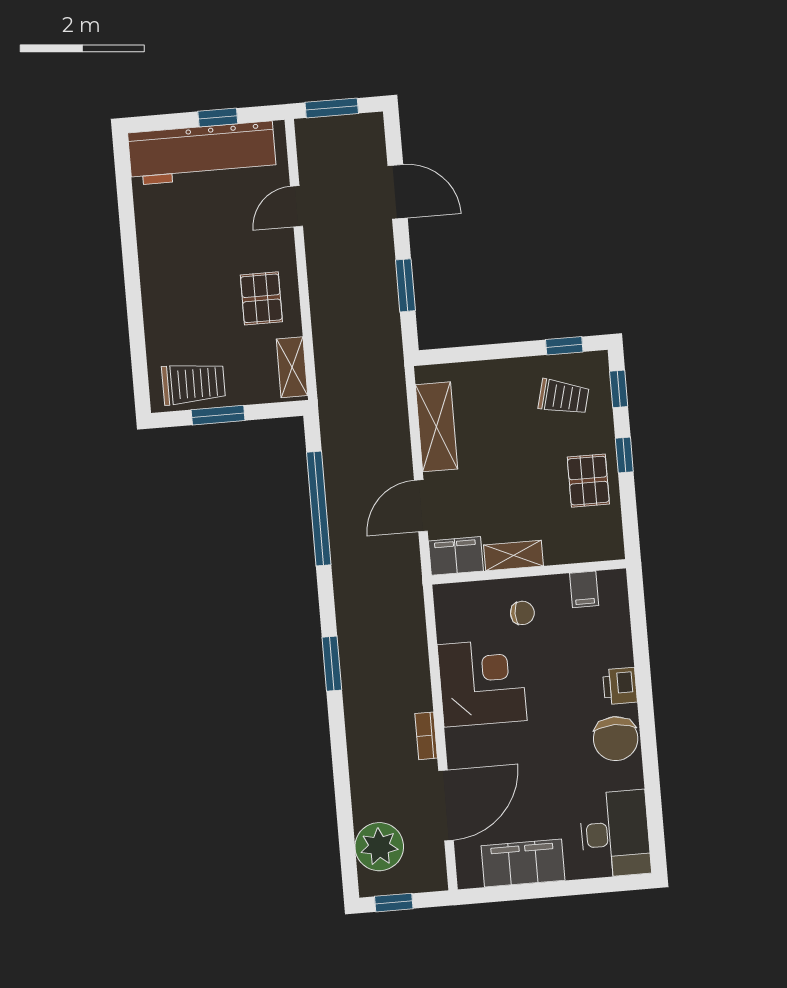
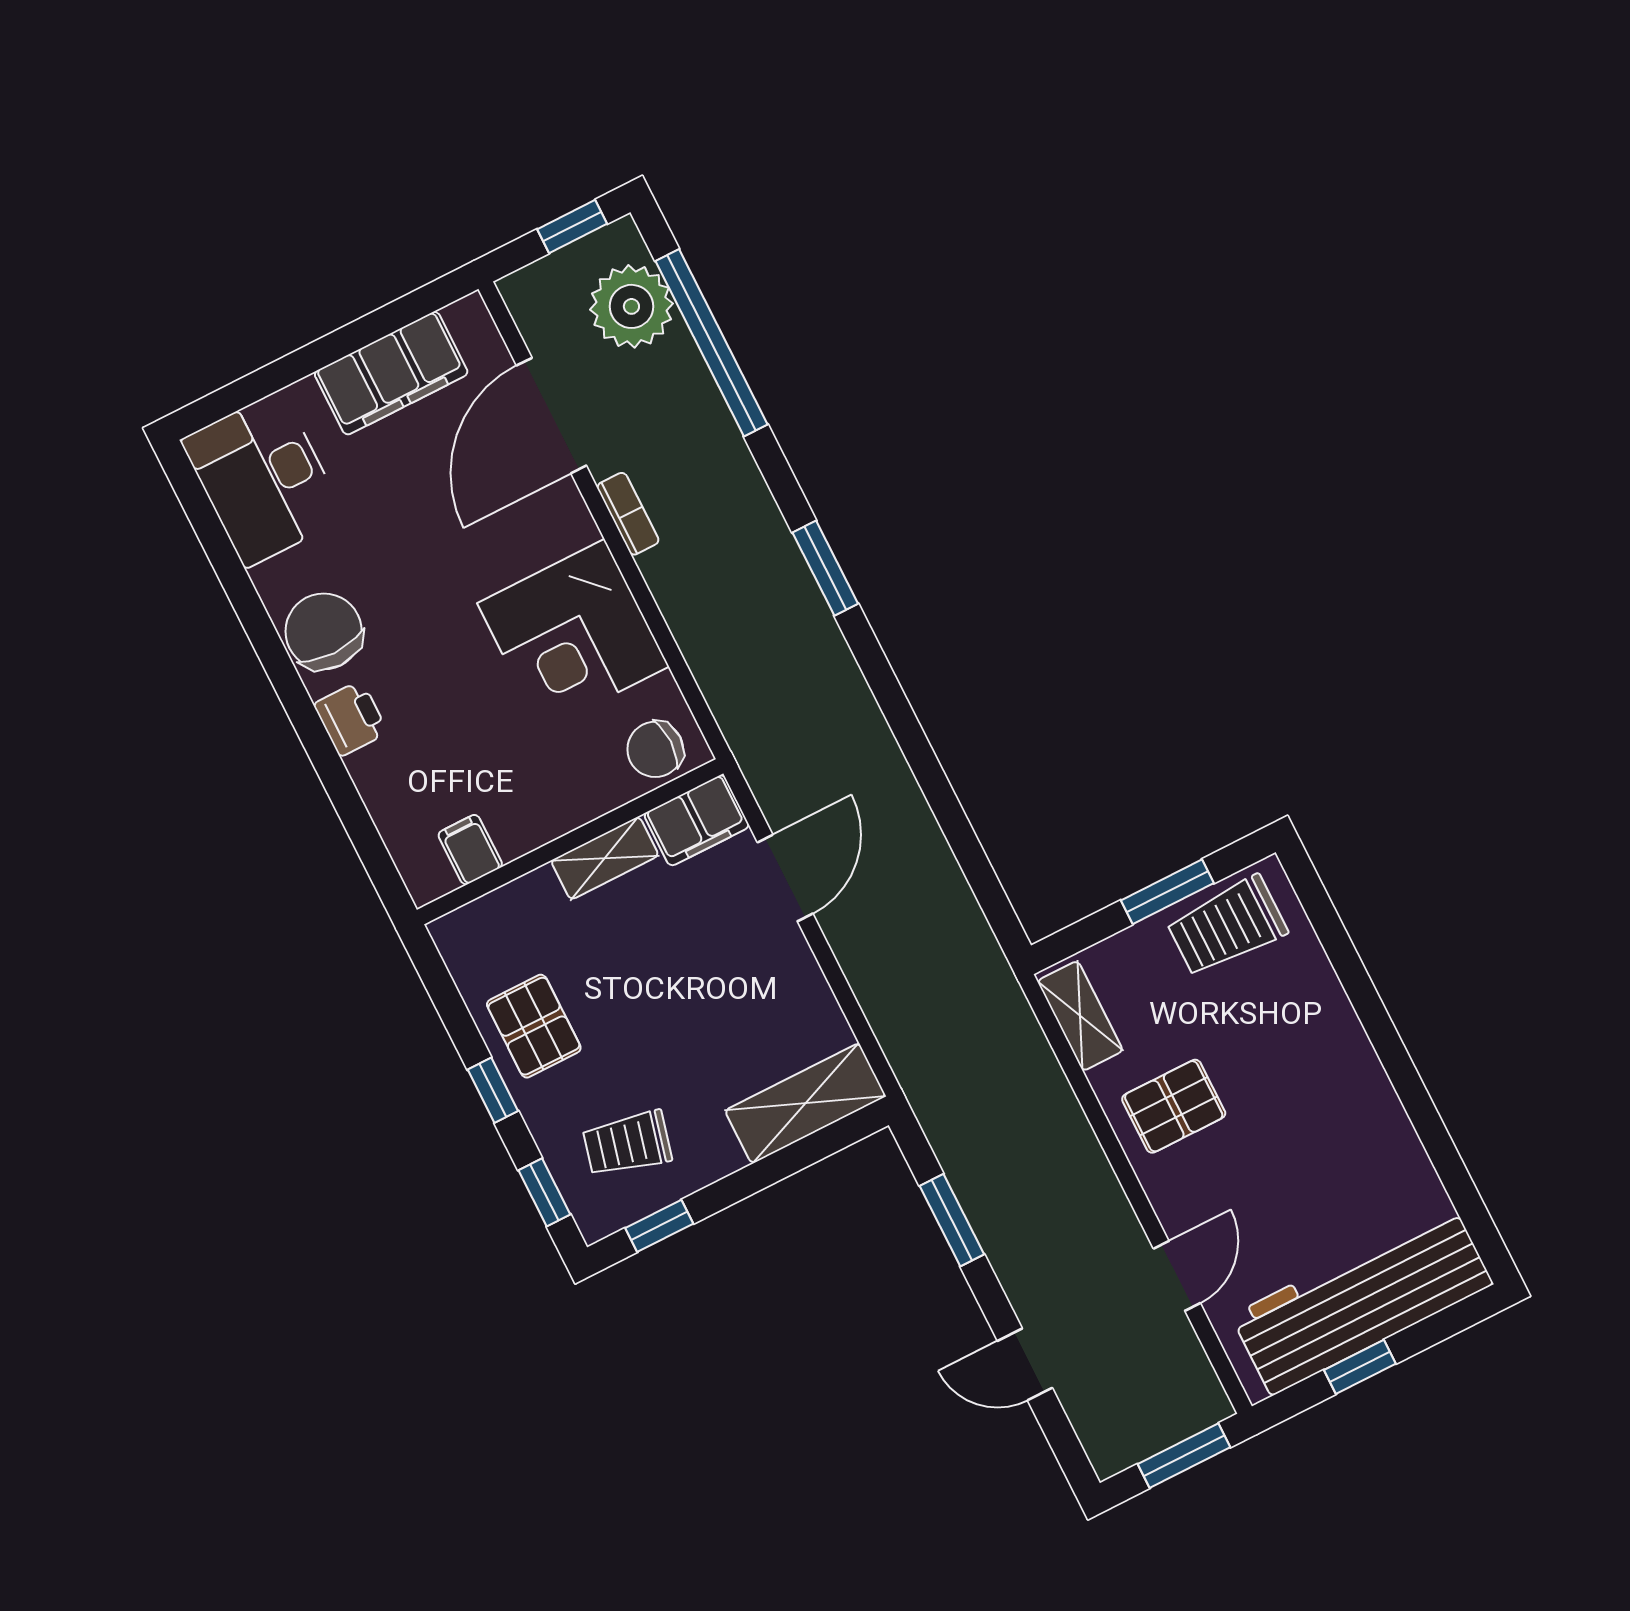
door: (398, 192) -> (1025, 1364), width x0.73
pallet: (261, 298) -> (1174, 1106), turned 90
shelving: (436, 427) -> (805, 1103), moved, turned 90
window: (319, 509) -> (711, 343), moved
chair: (522, 613) -> (655, 749), moved, width x1.37, depth x1.37

